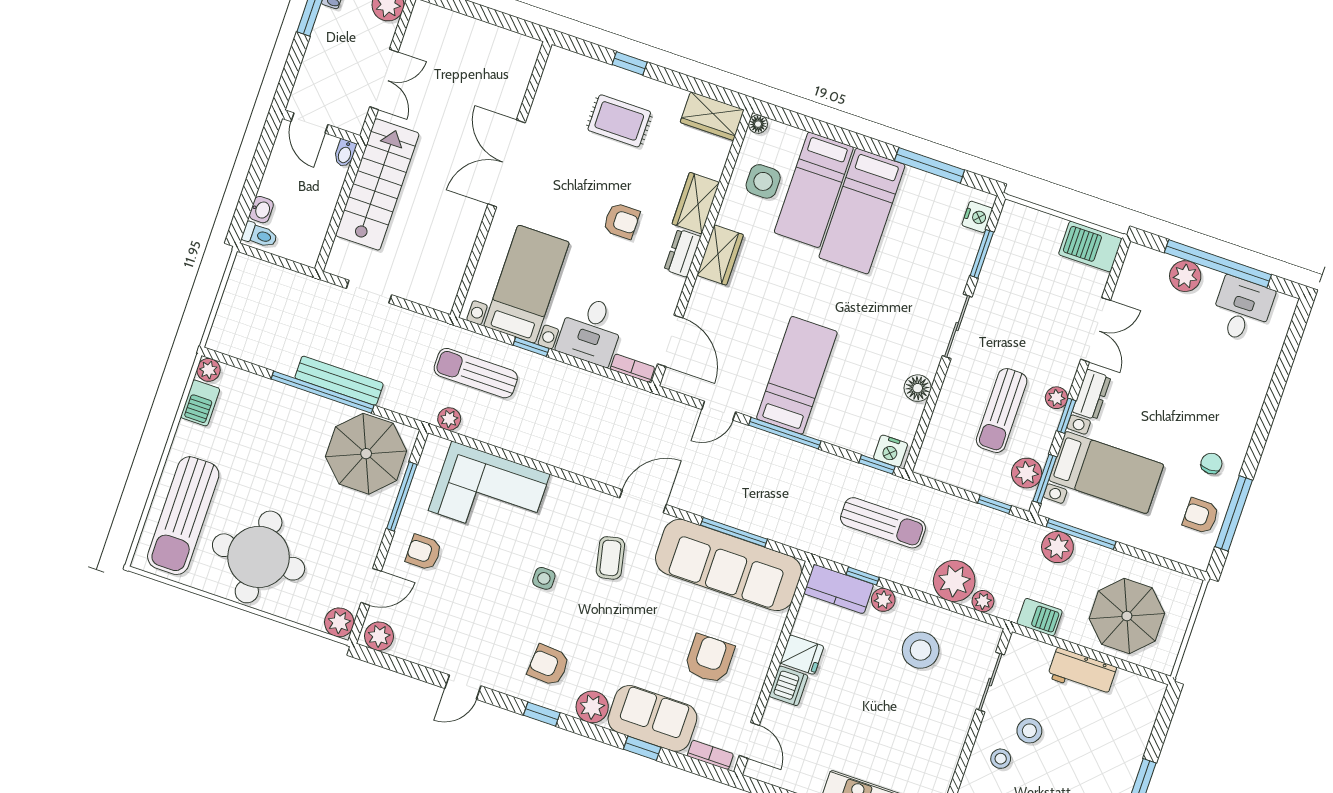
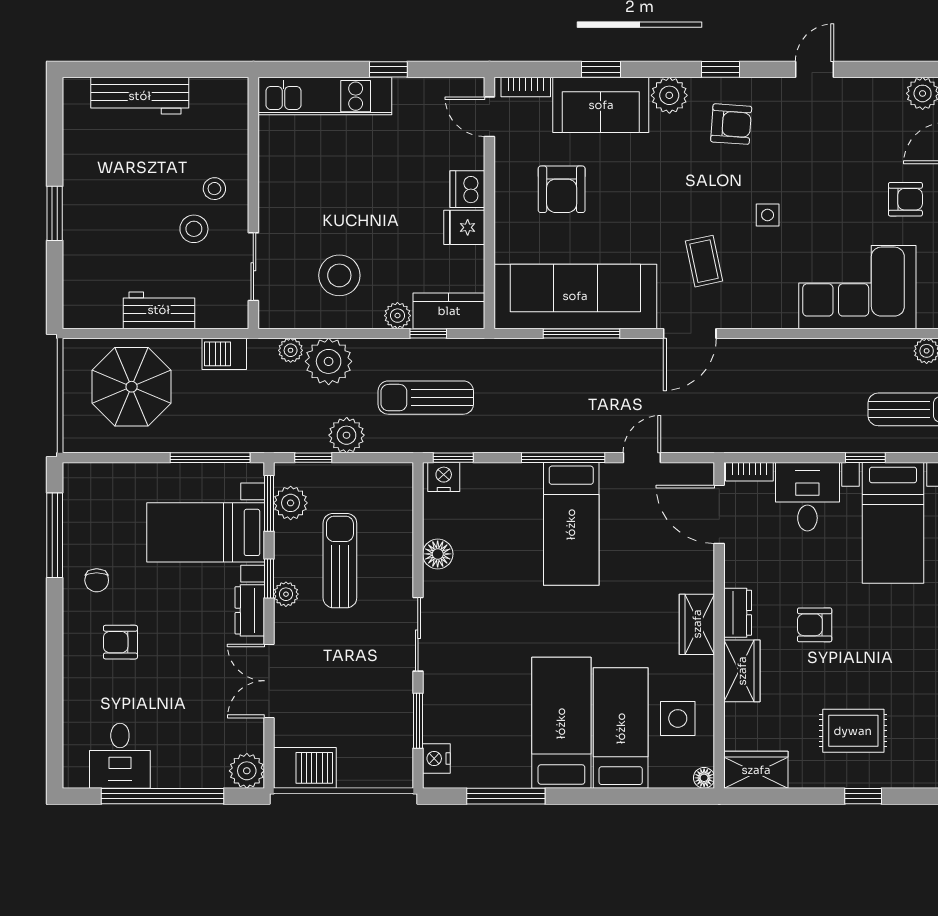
plant: (1185, 276) -> (247, 771), moved
armchair: (1201, 516) -> (120, 642), moved, turned 180
plant: (1057, 547) -> (347, 435), moved

